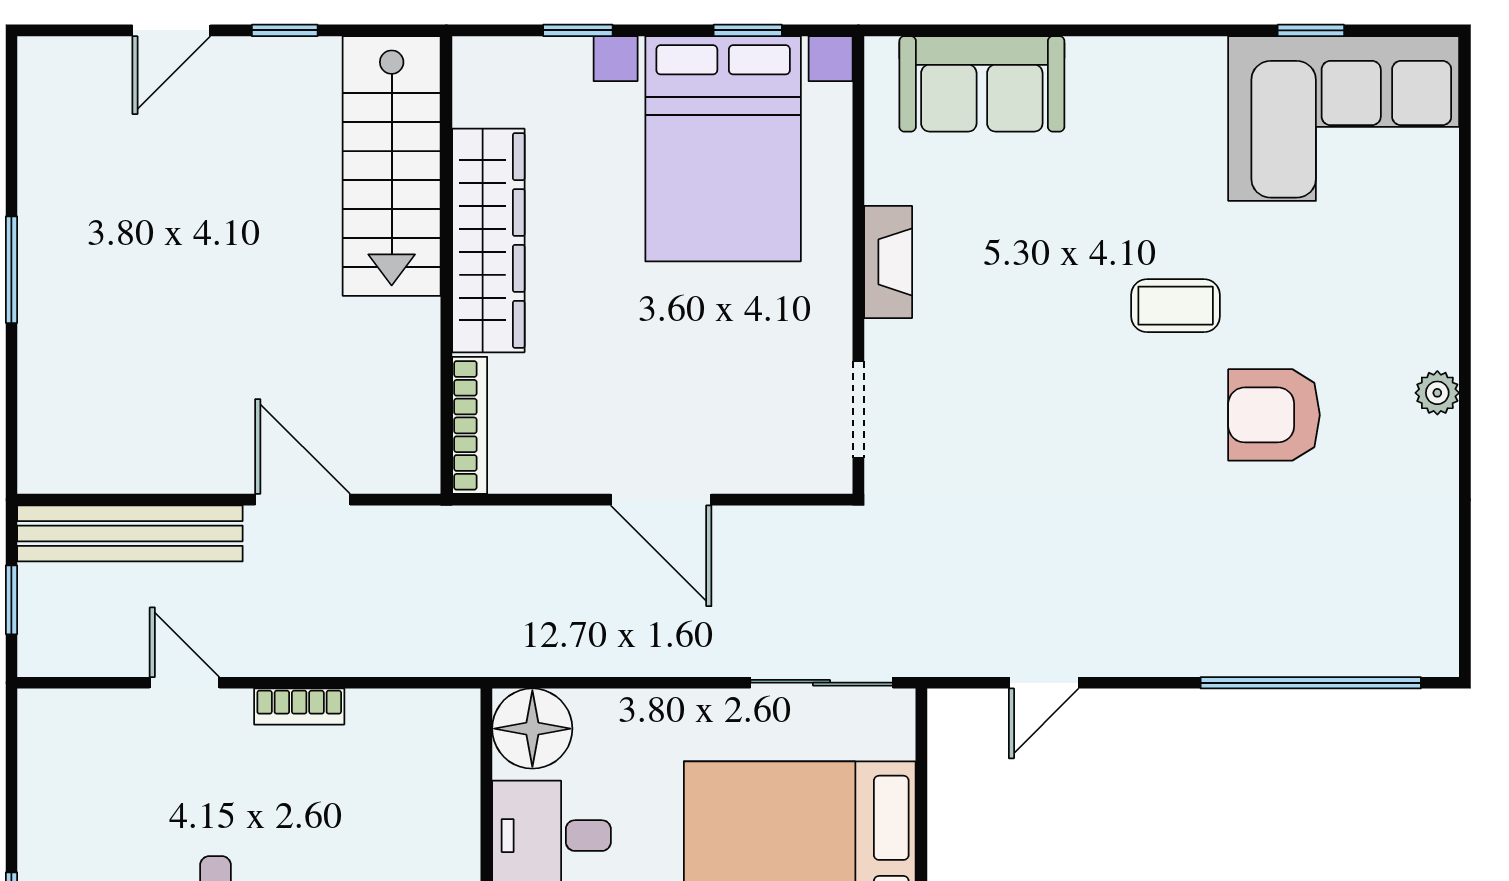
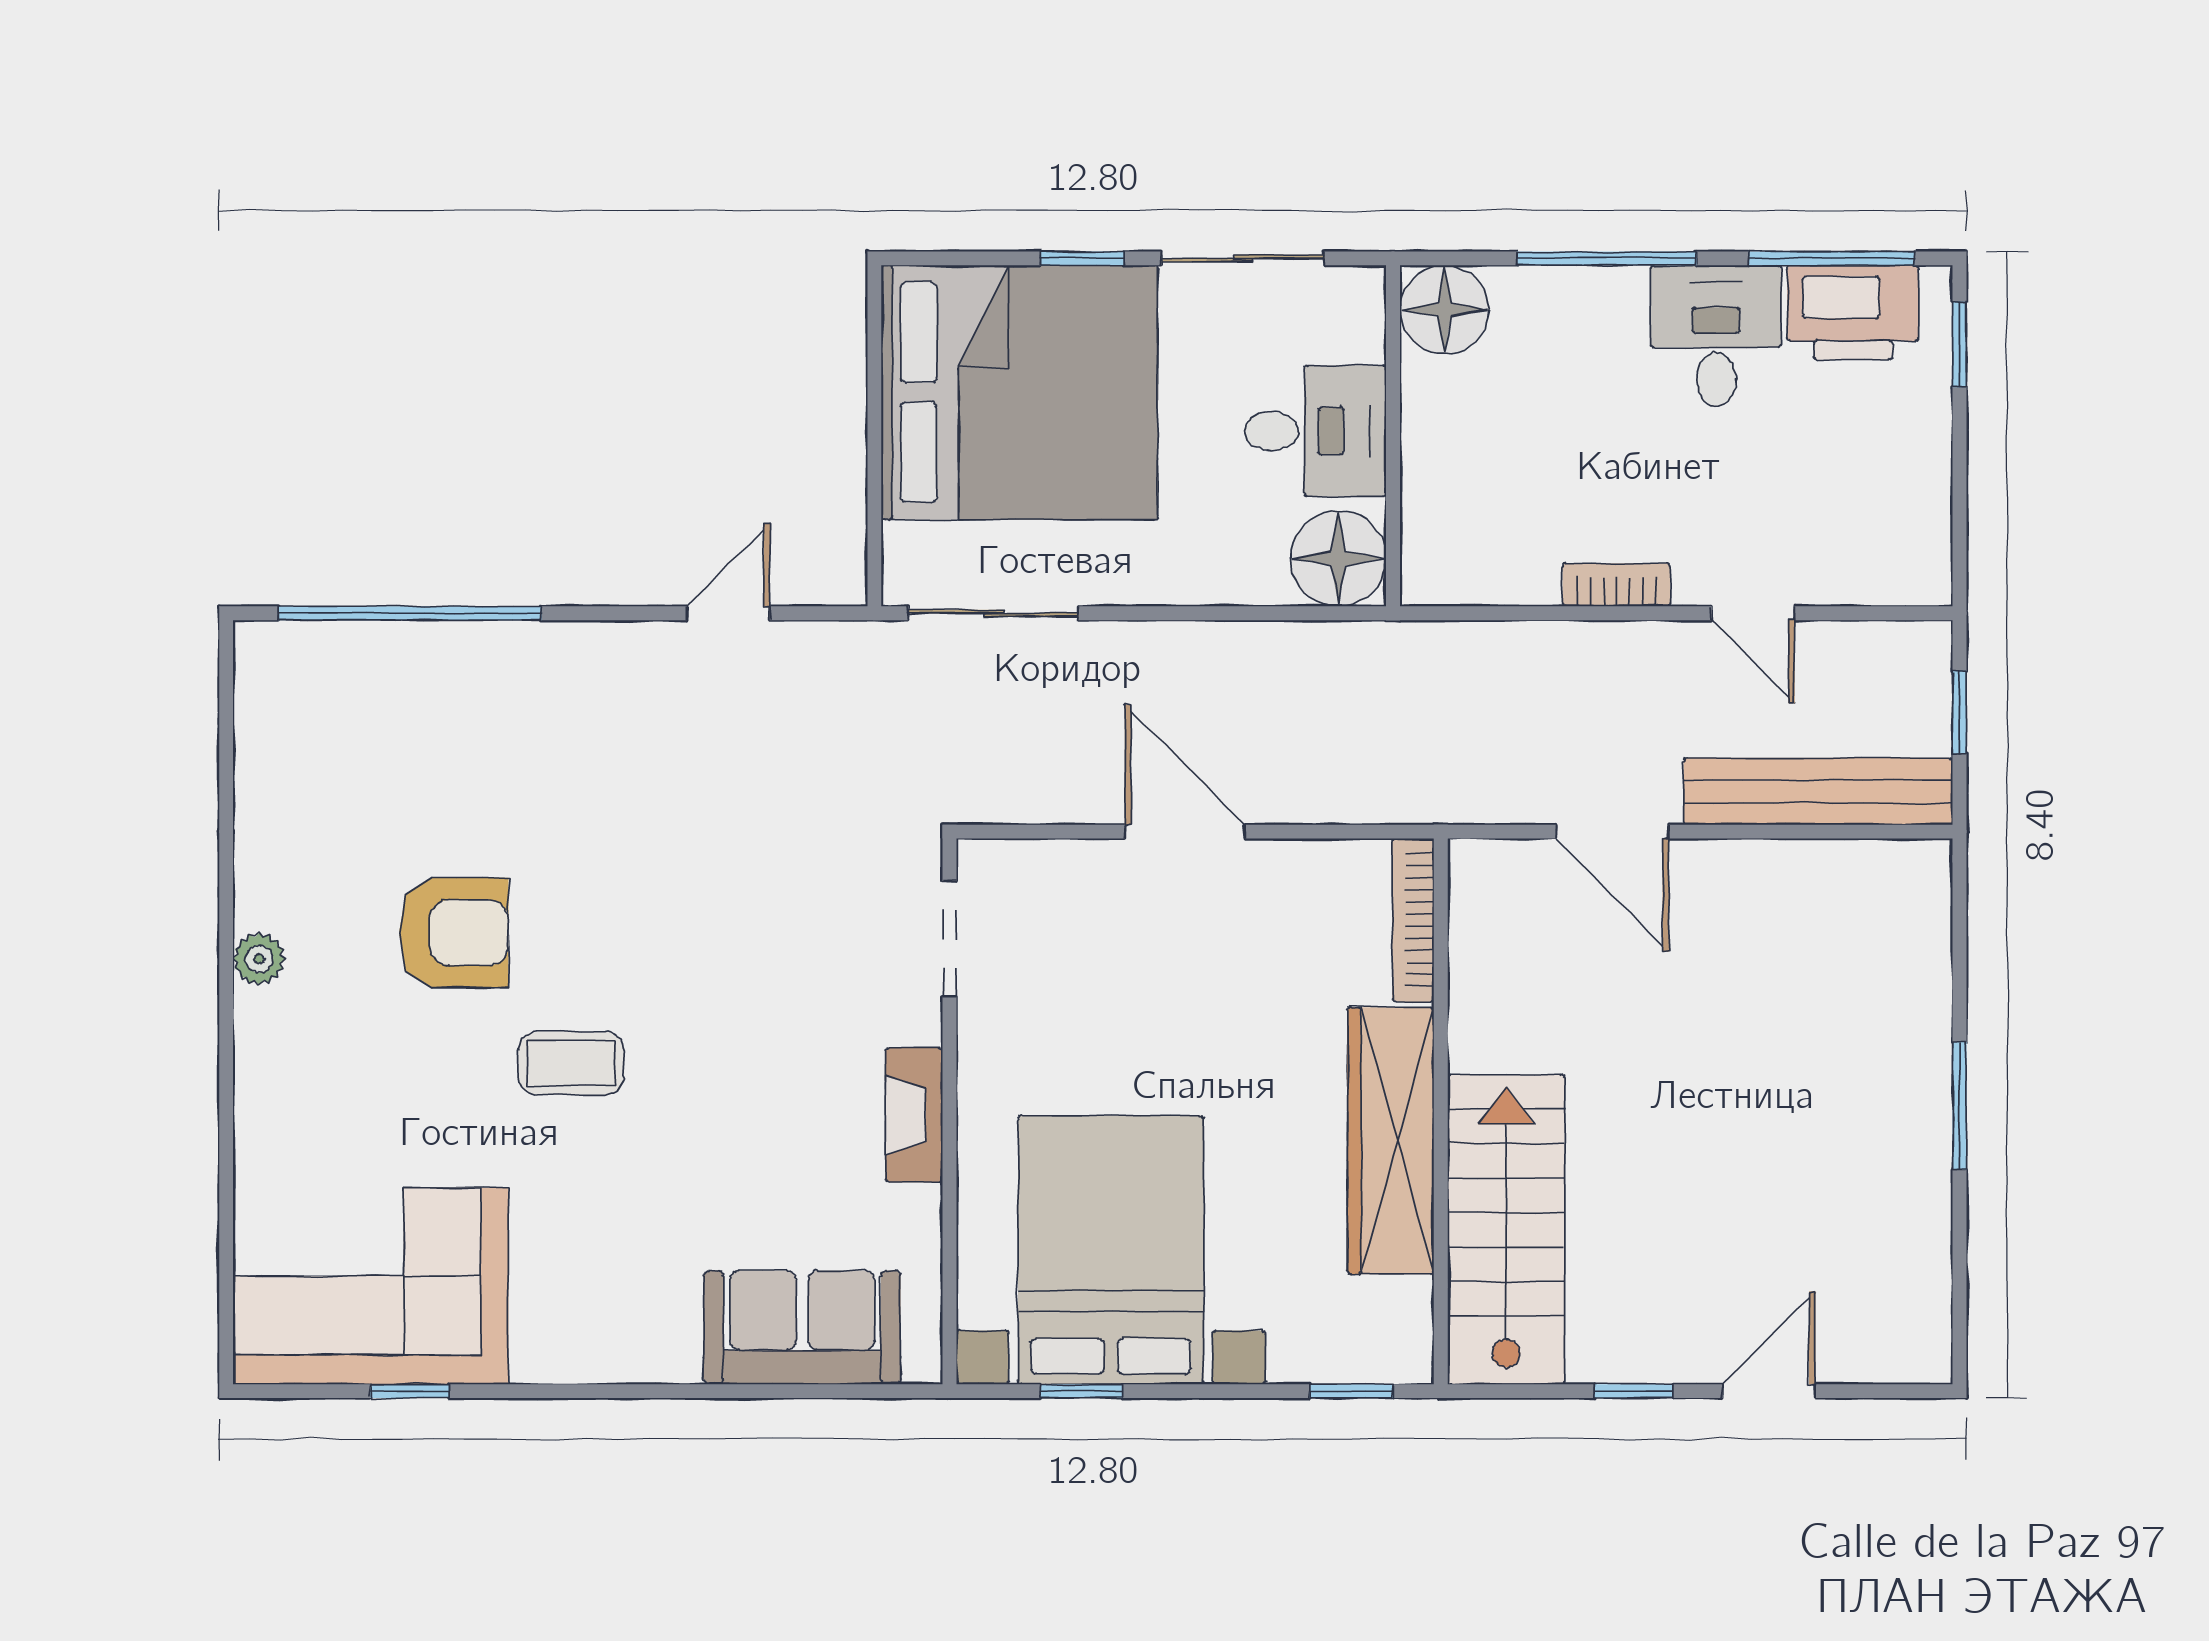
window: (578, 30) -> (1351, 1391), moved

